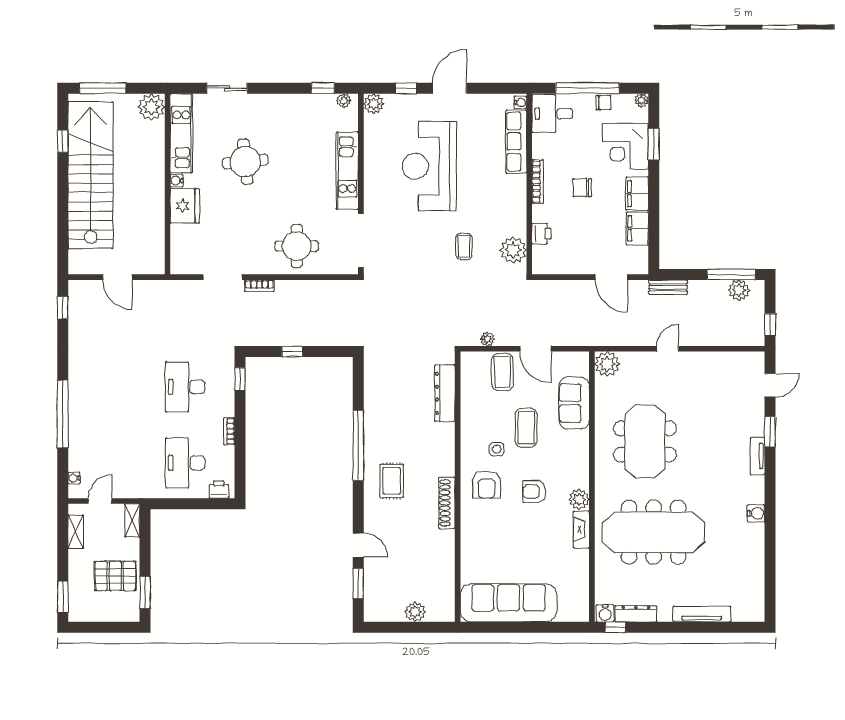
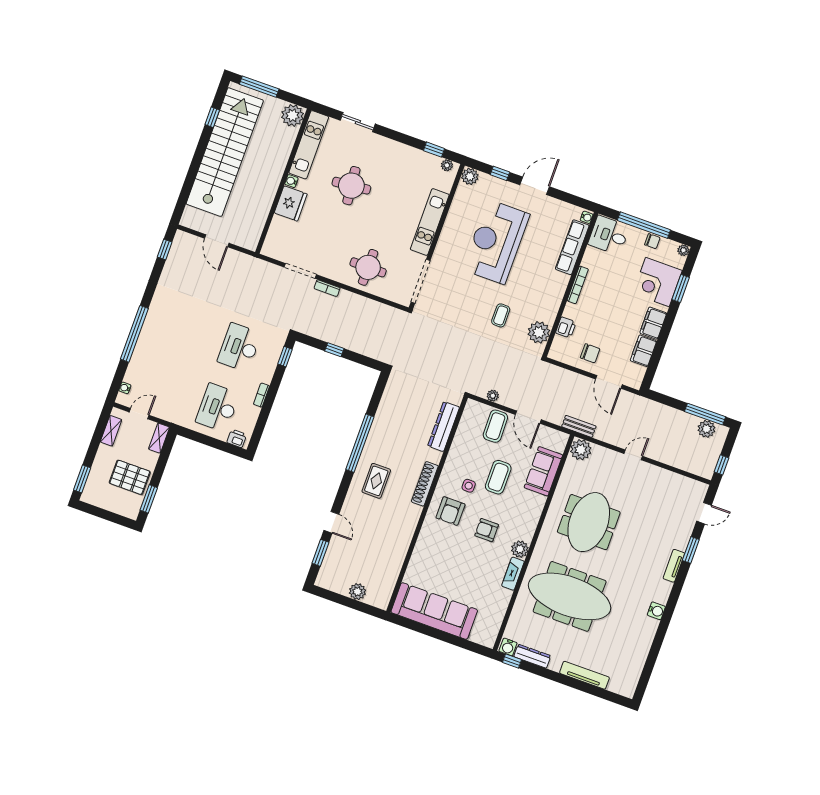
chair: (582, 188) -> (590, 353), moved, turned 180
bench: (668, 287) -> (579, 426), moved
shoe rack: (447, 503) -> (425, 484), moved

